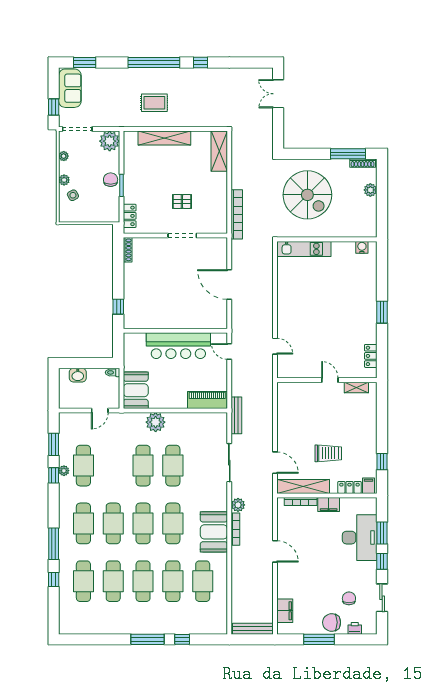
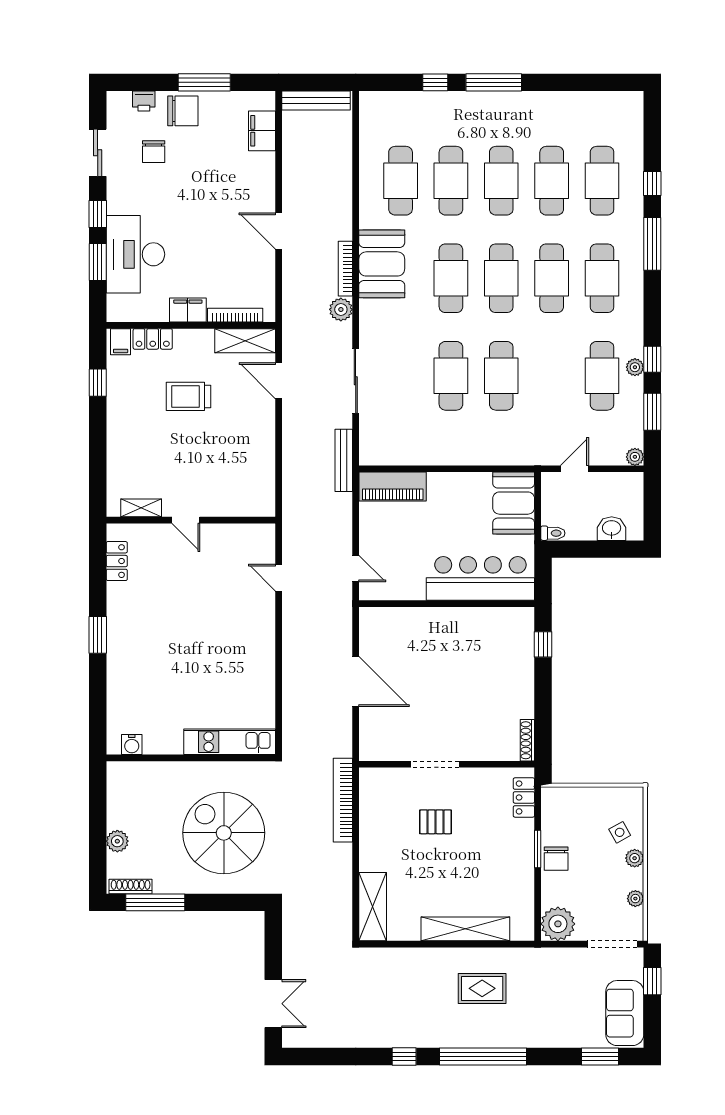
bar counter: (178, 346) -> (480, 578), moved
plant: (156, 422) -> (635, 457), moved, width x0.53, depth x0.53
shelving: (303, 486) -> (245, 341), width x0.68

